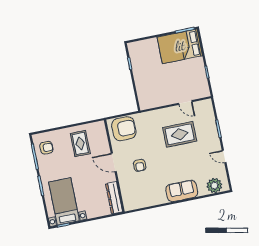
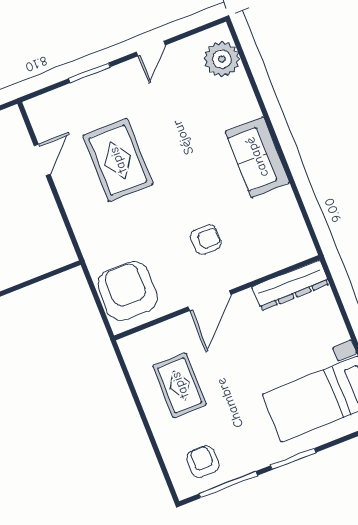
rug: (80, 144) -> (180, 385), turned 90
sofa: (182, 191) -> (257, 157), moved

